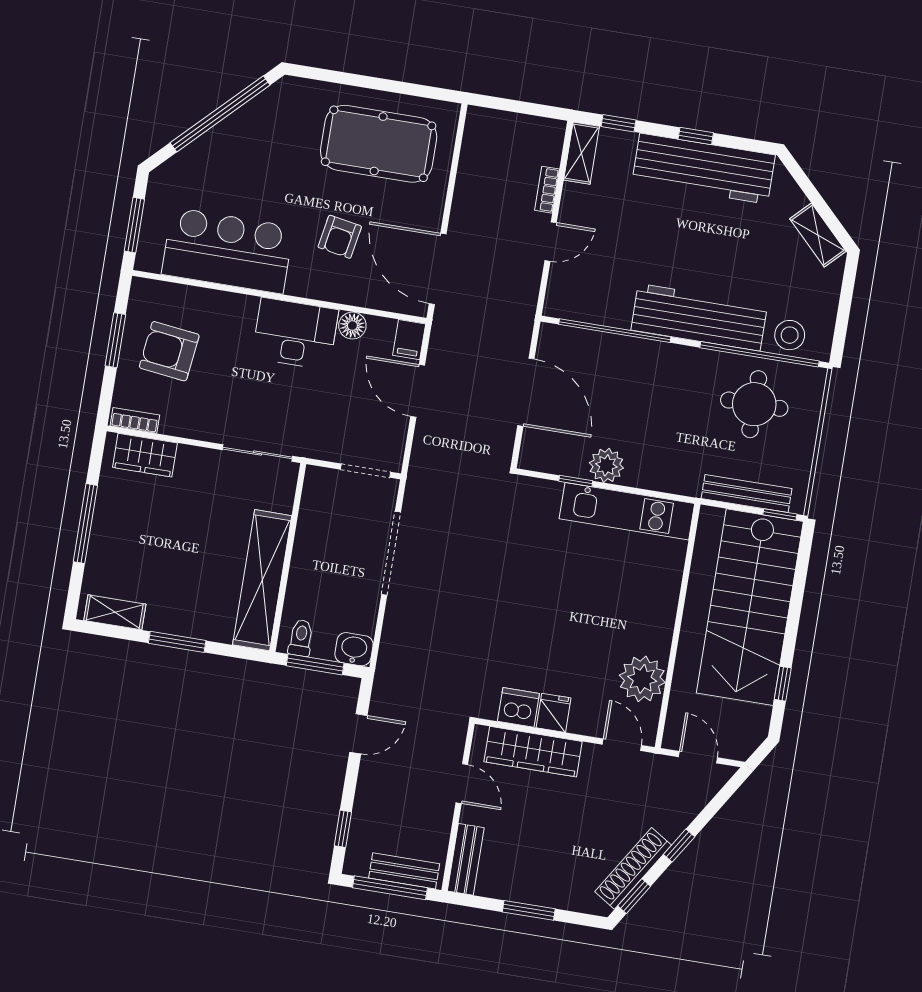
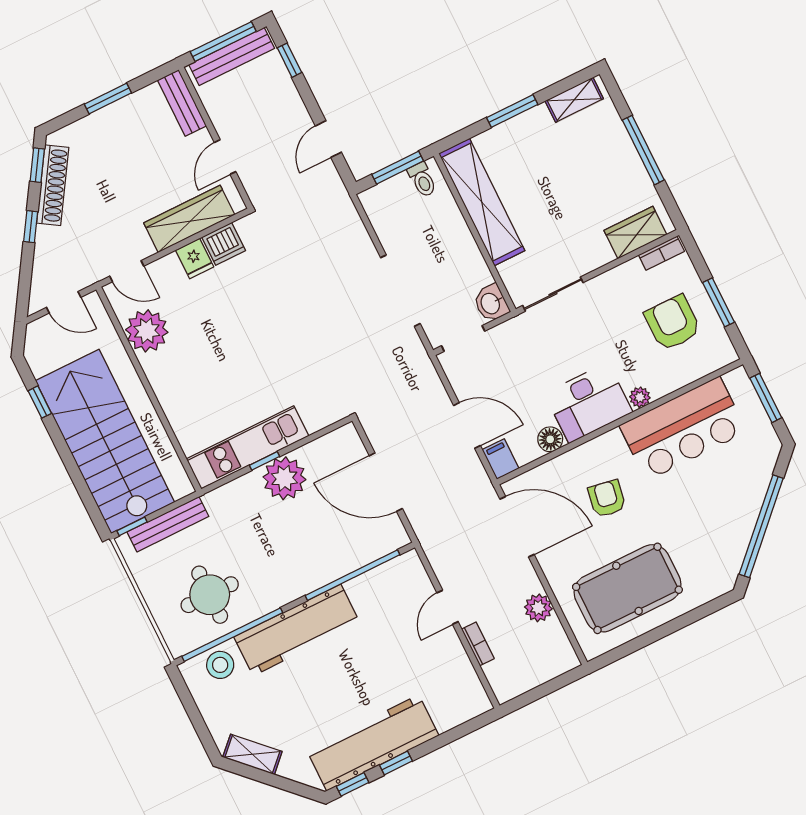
window: (619, 123) -> (353, 784), moved
shelving: (582, 153) -> (472, 689), removed
plant: (470, 183) -> (538, 608), added
plant: (246, 306) -> (640, 397), added
armchair: (169, 351) -> (673, 323), turned -97
plant: (606, 465) -> (284, 478), width x1.36, depth x1.36
window: (576, 481) -> (265, 461), moved
washbasin: (354, 649) -> (491, 303), moved, turned 90
door: (462, 784) -> (225, 157), hinge flipped
bench: (404, 871) -> (232, 56), width x1.36

